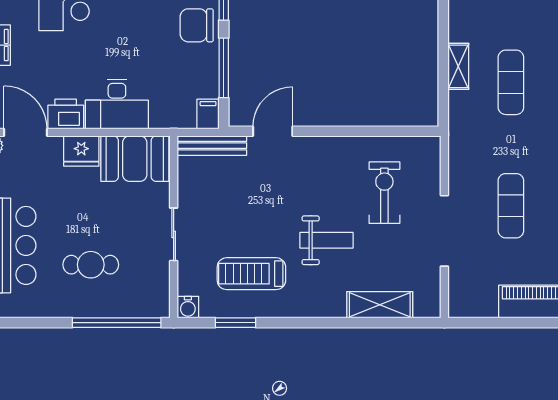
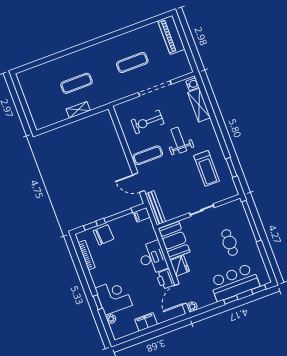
chair: (197, 25) -> (104, 235), turned -93
exercise mat: (319, 169) -> (148, 155), added
water cooler: (188, 307) -> (192, 84), moved

